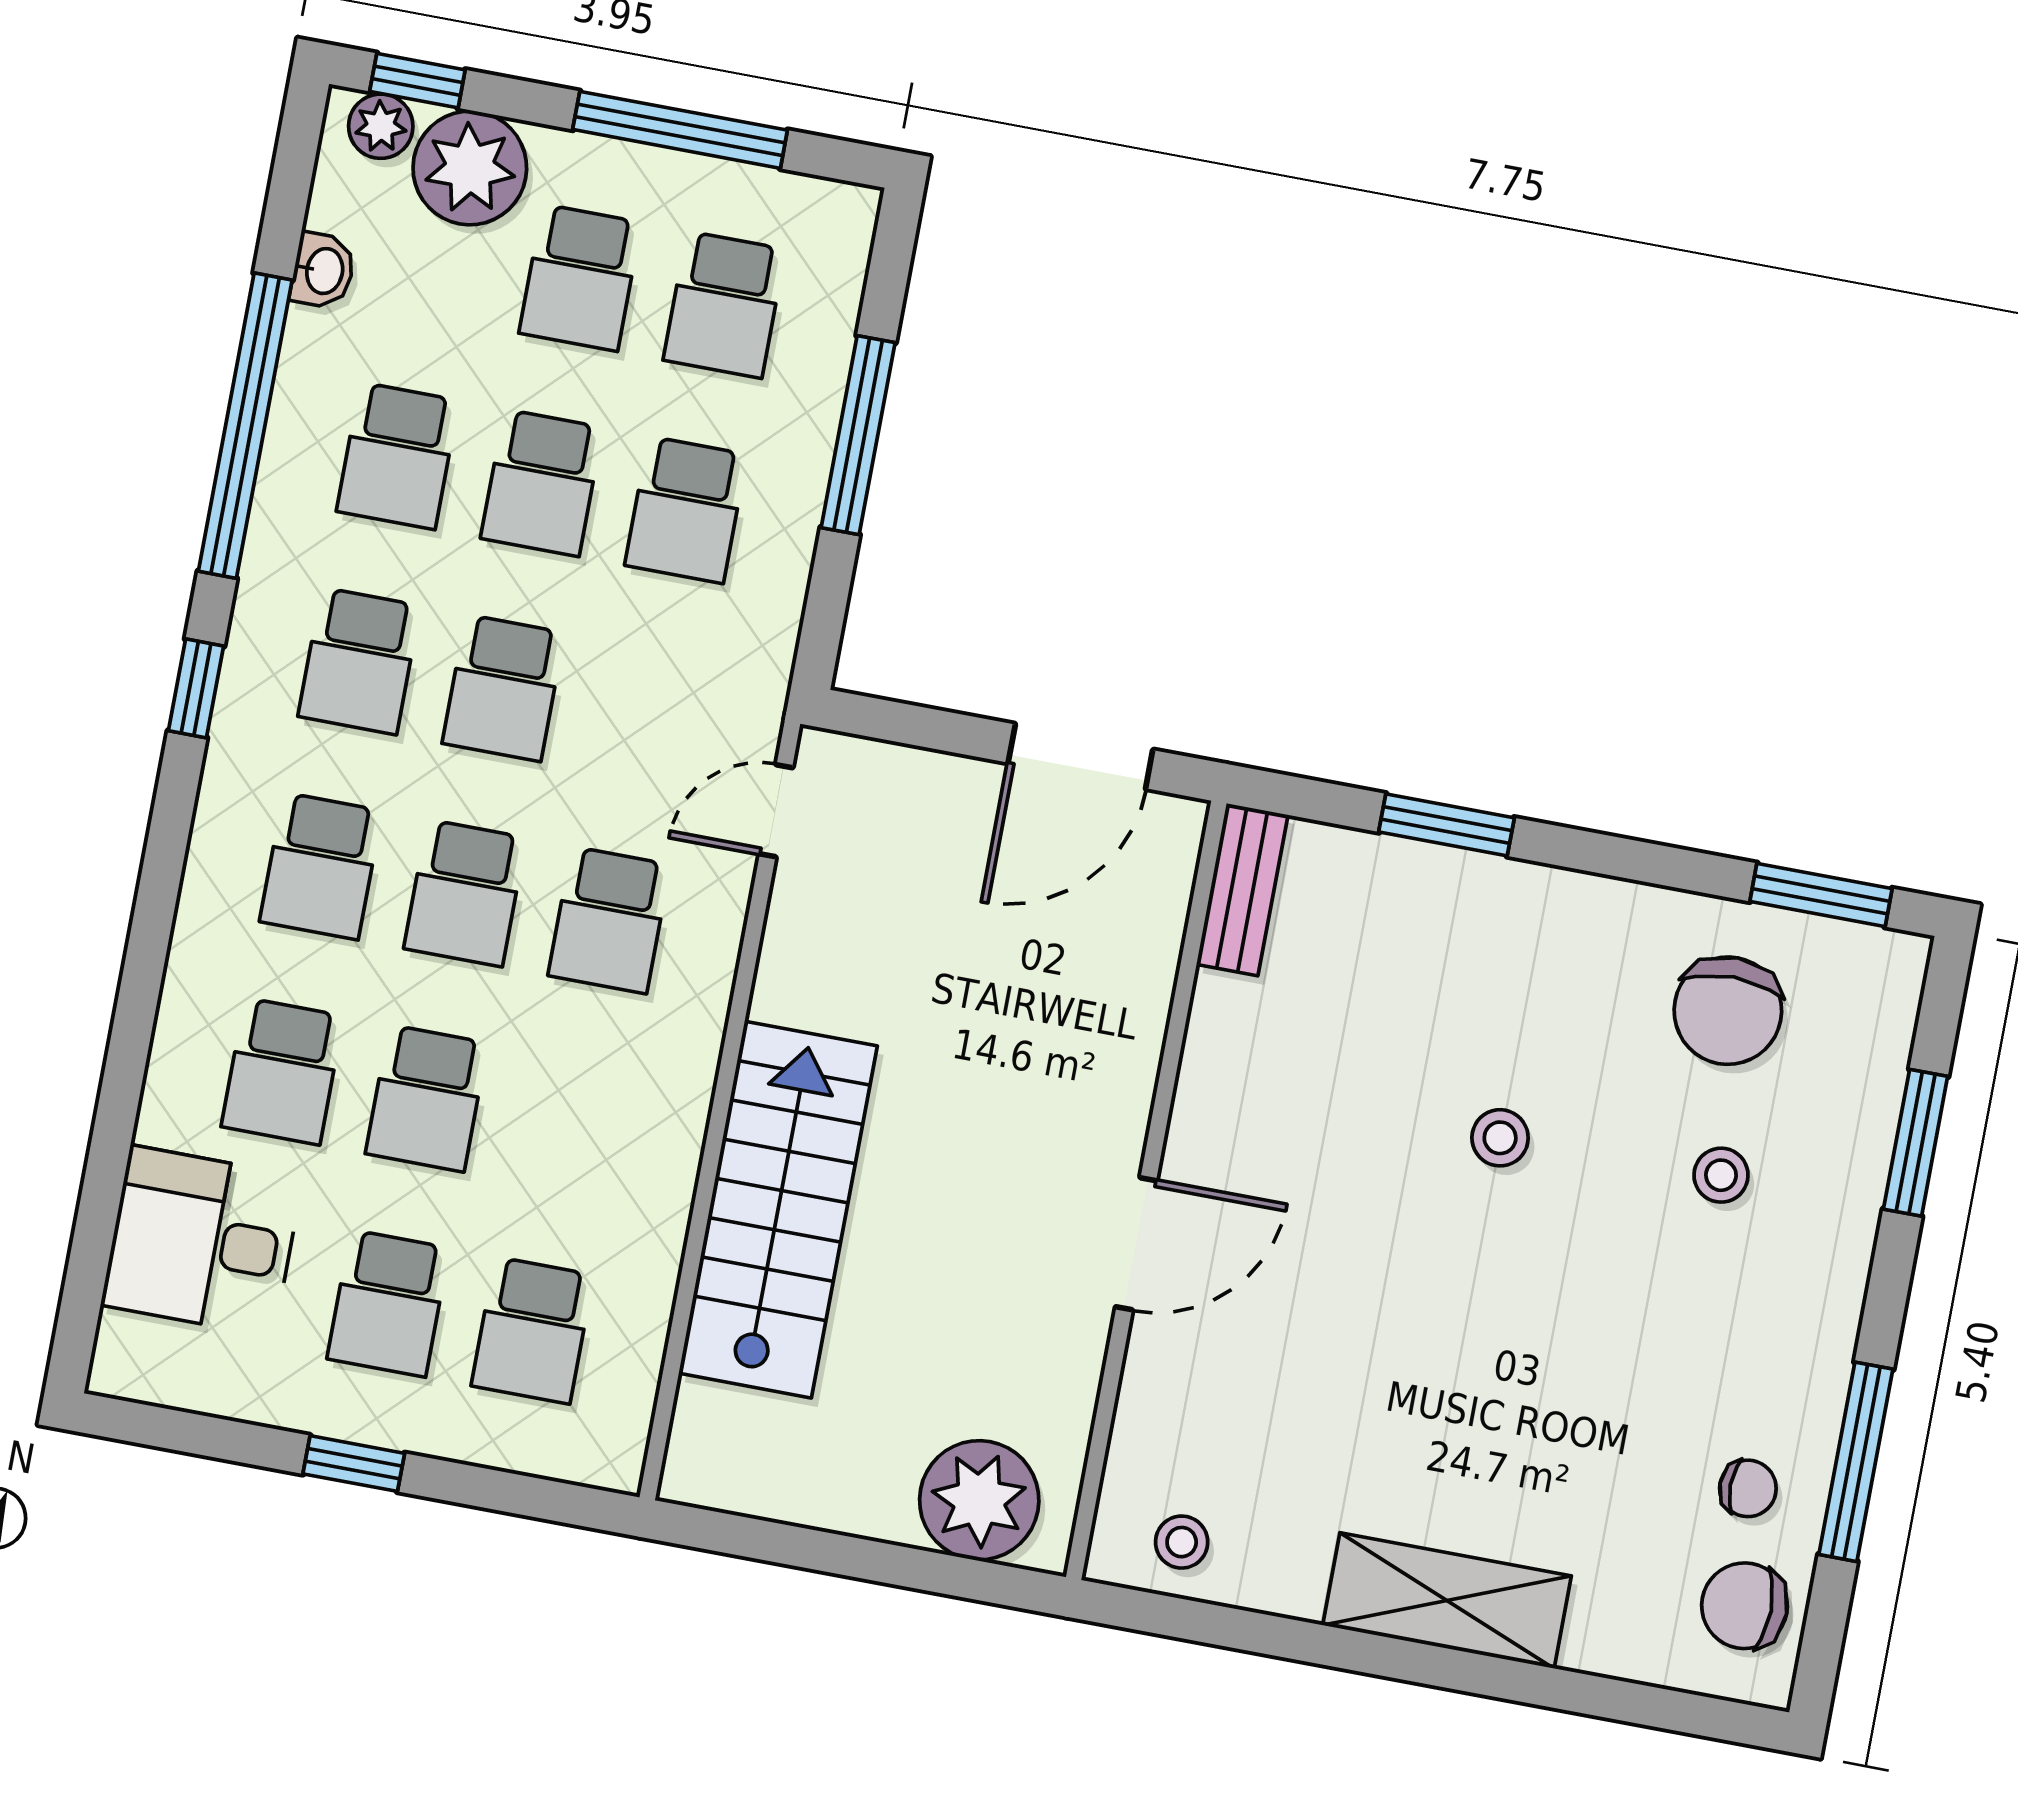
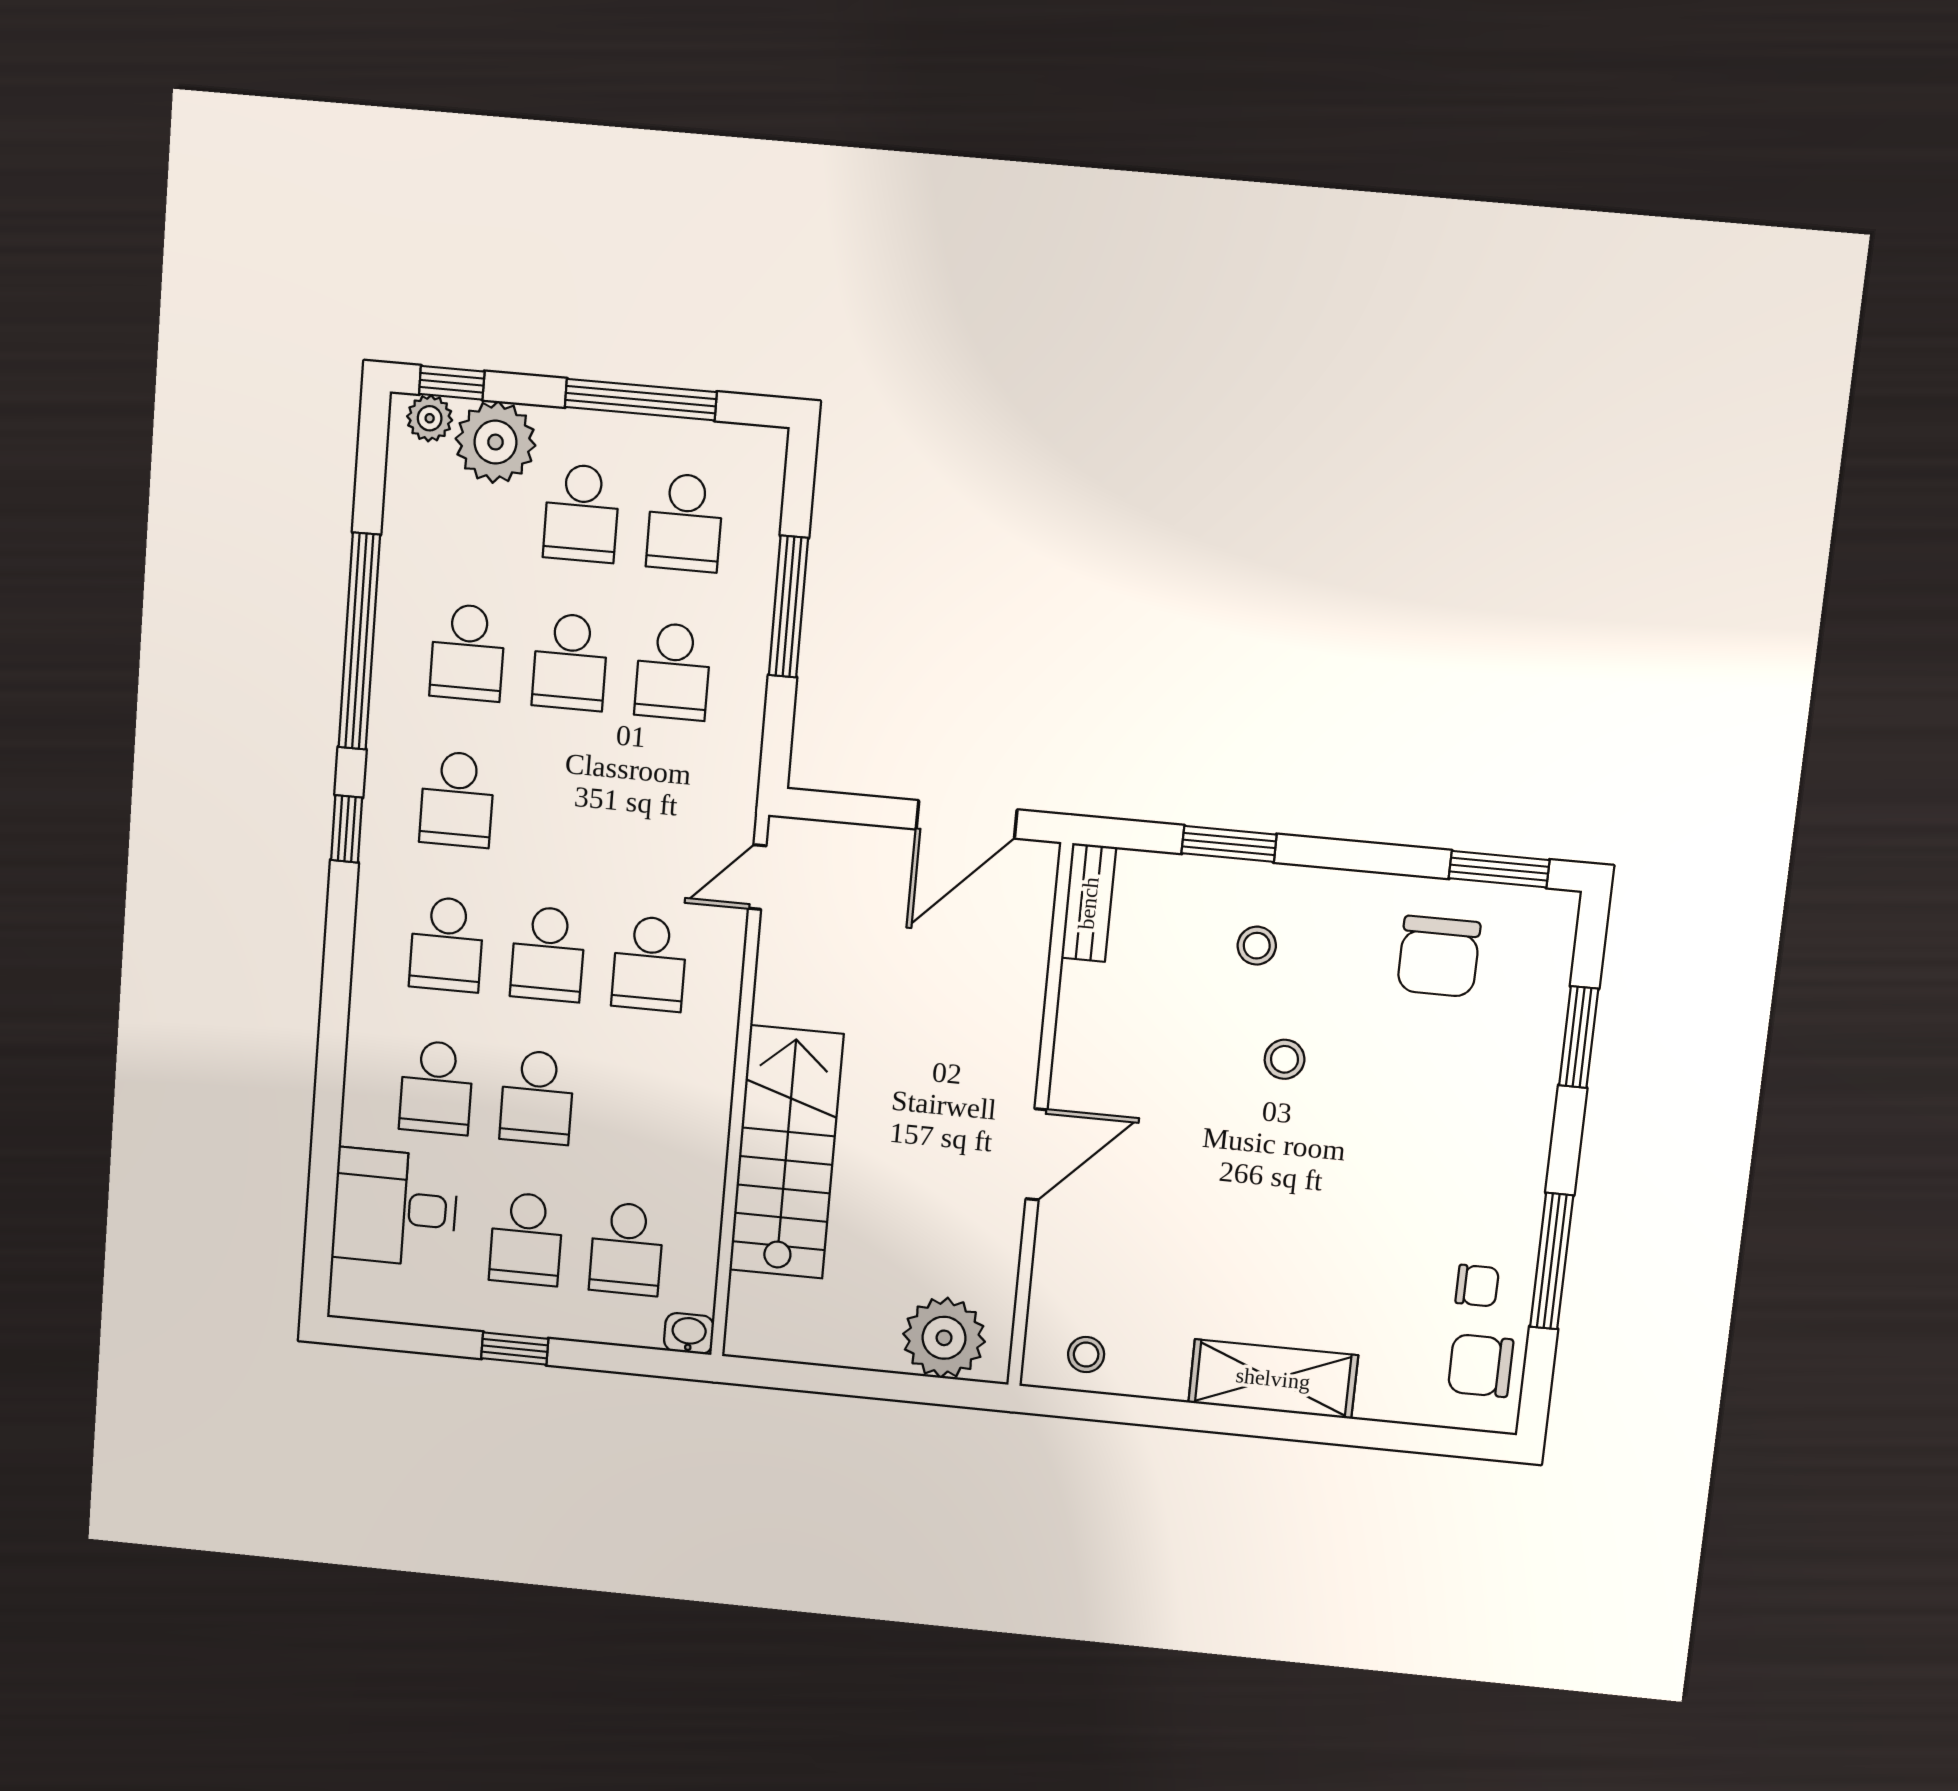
washbasin: (323, 271) -> (689, 1334), moved, turned -90
school desk: (503, 688) -> (559, 809), removed
stool: (1721, 1175) -> (1257, 946), moved

